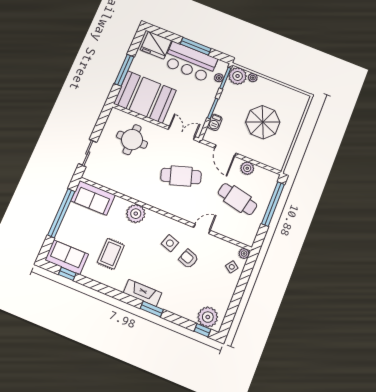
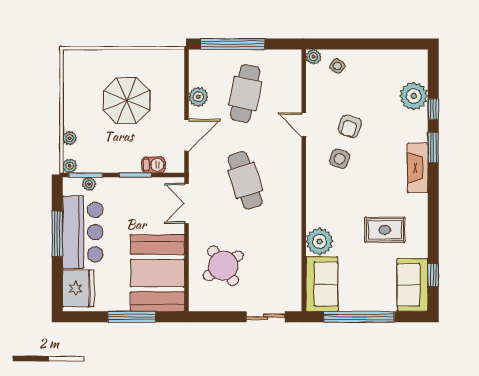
plant: (238, 76) -> (70, 166), width x0.53, depth x0.53
round table: (132, 140) -> (223, 266), turned -34
plant: (136, 214) -> (319, 242), moved
plant: (208, 317) -> (414, 96), moved
window: (202, 330) -> (433, 109), moved

